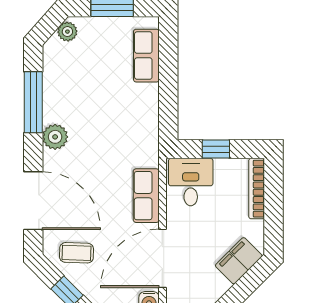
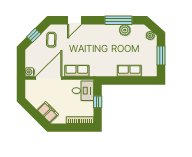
row of seats: (146, 56) -> (129, 71), moved
plant: (55, 137) -> (125, 30), moved
door: (33, 201) -> (75, 20), width x0.53
door: (162, 258) -> (49, 78), hinge flipped

